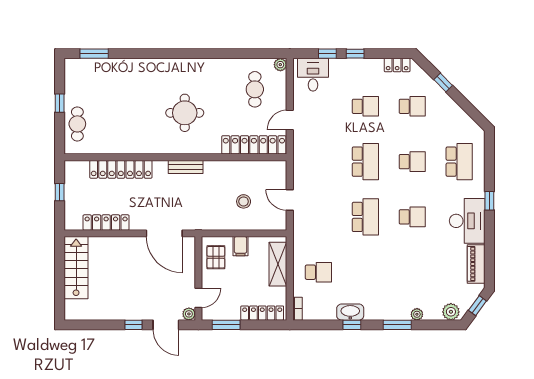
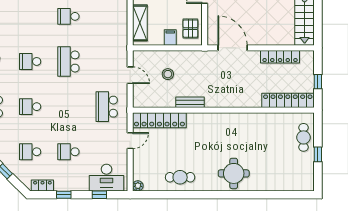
window: (94, 54) -> (290, 195), removed
window: (355, 54) -> (64, 195), moved
desk: (313, 75) -> (106, 178), width x1.37
cafe table: (255, 89) -> (180, 177), moved, turned 90
round table: (185, 113) -> (234, 173), moved
school desk: (365, 162) -> (107, 107), moved
bench: (186, 167) -> (190, 102), moved
locker: (121, 169) -> (288, 100), moved
school desk: (318, 272) -> (68, 16), moved

